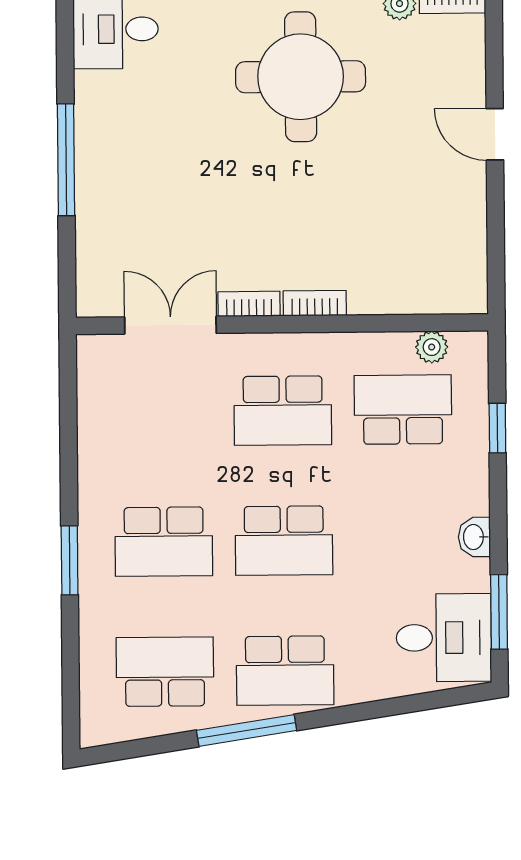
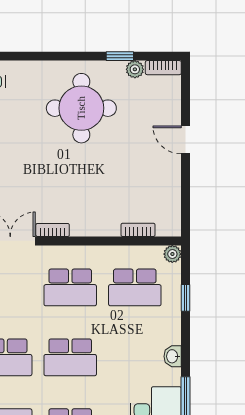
bookcase: (315, 303) -> (138, 230), moved
plant: (432, 347) -> (172, 254), moved
school desk: (403, 410) -> (135, 287), turned 180

